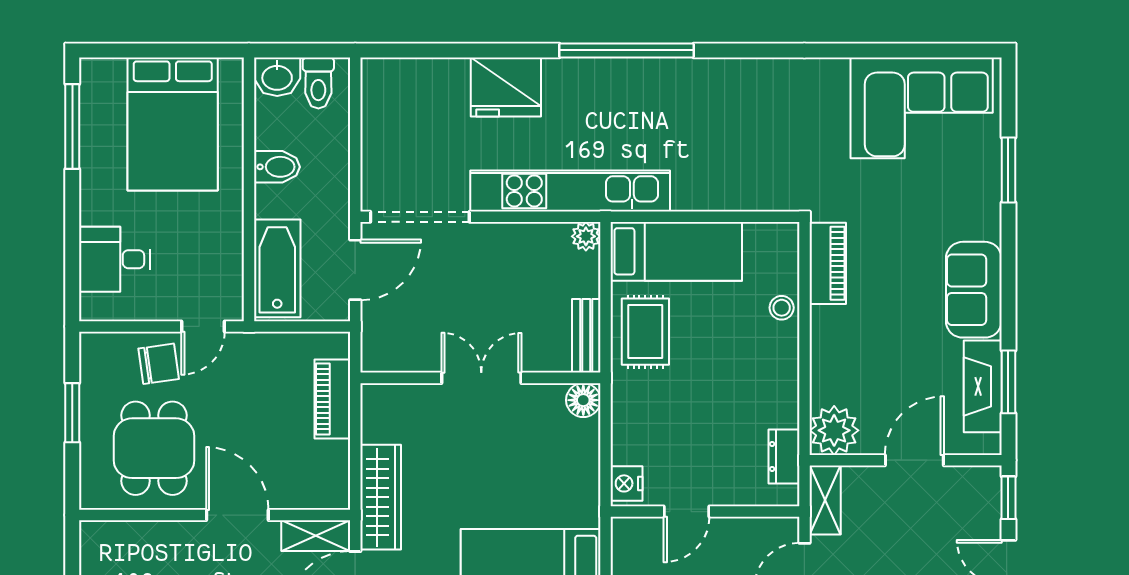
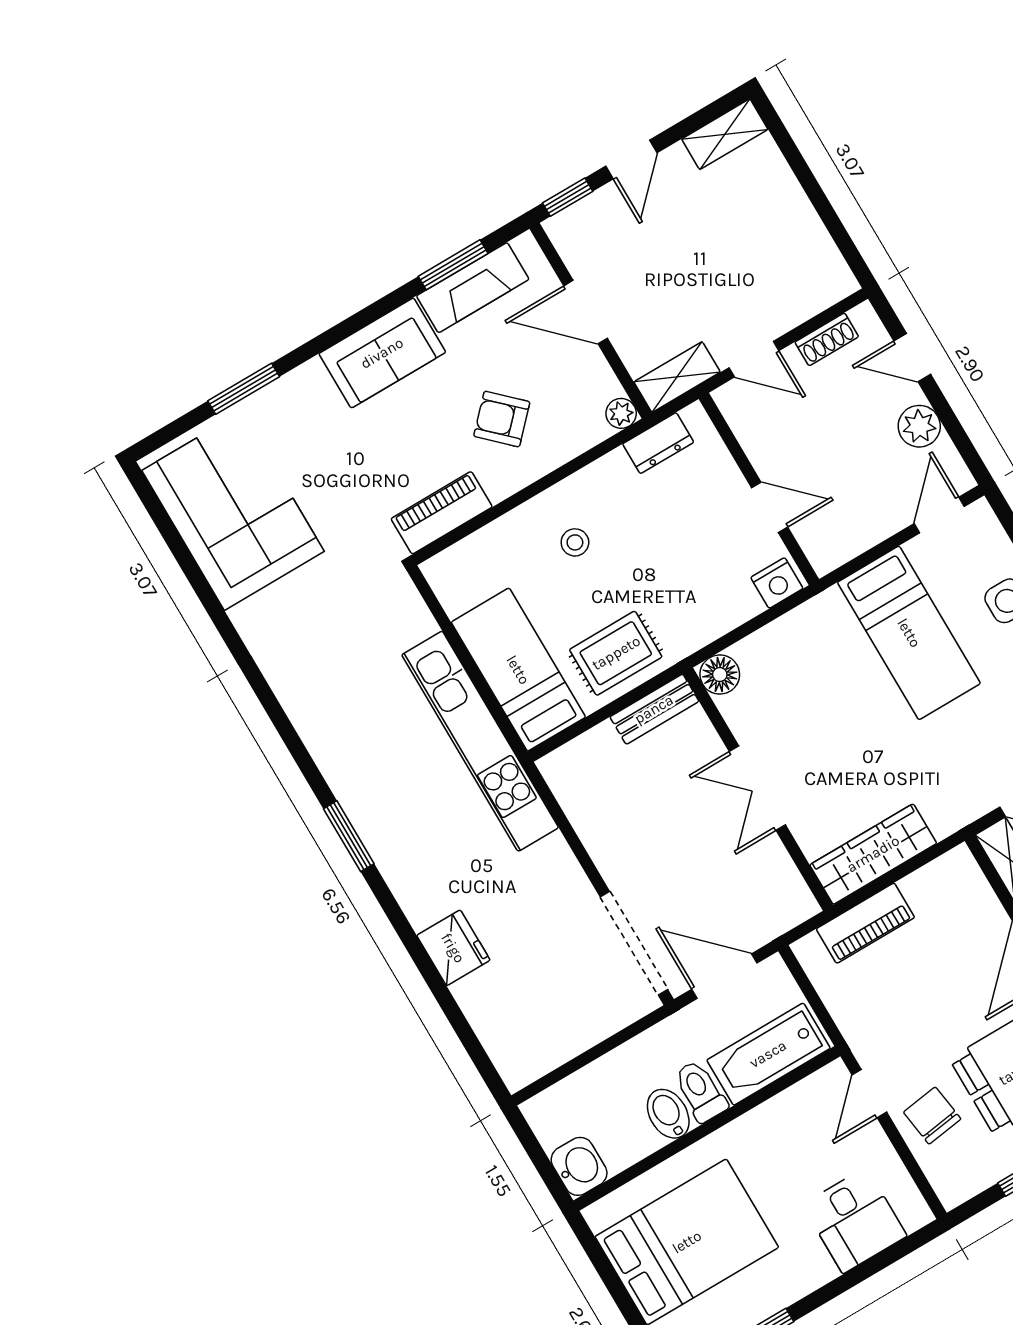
window: (627, 50) -> (349, 836), width x0.47
toilet: (318, 83) -> (700, 1091), moved, turned -90
fridge: (506, 87) -> (453, 948), width x0.73, depth x0.75
kitchen unit: (570, 191) -> (480, 741), moved
plant: (586, 236) -> (556, 768), removed
stool: (782, 308) -> (575, 542), moved
door: (203, 326) -> (869, 1094), swing flipped
armchair: (871, 350) -> (502, 419), added
plant: (834, 430) -> (621, 413), width x0.53, depth x0.53
wardrobe: (381, 497) -> (873, 854), moved

